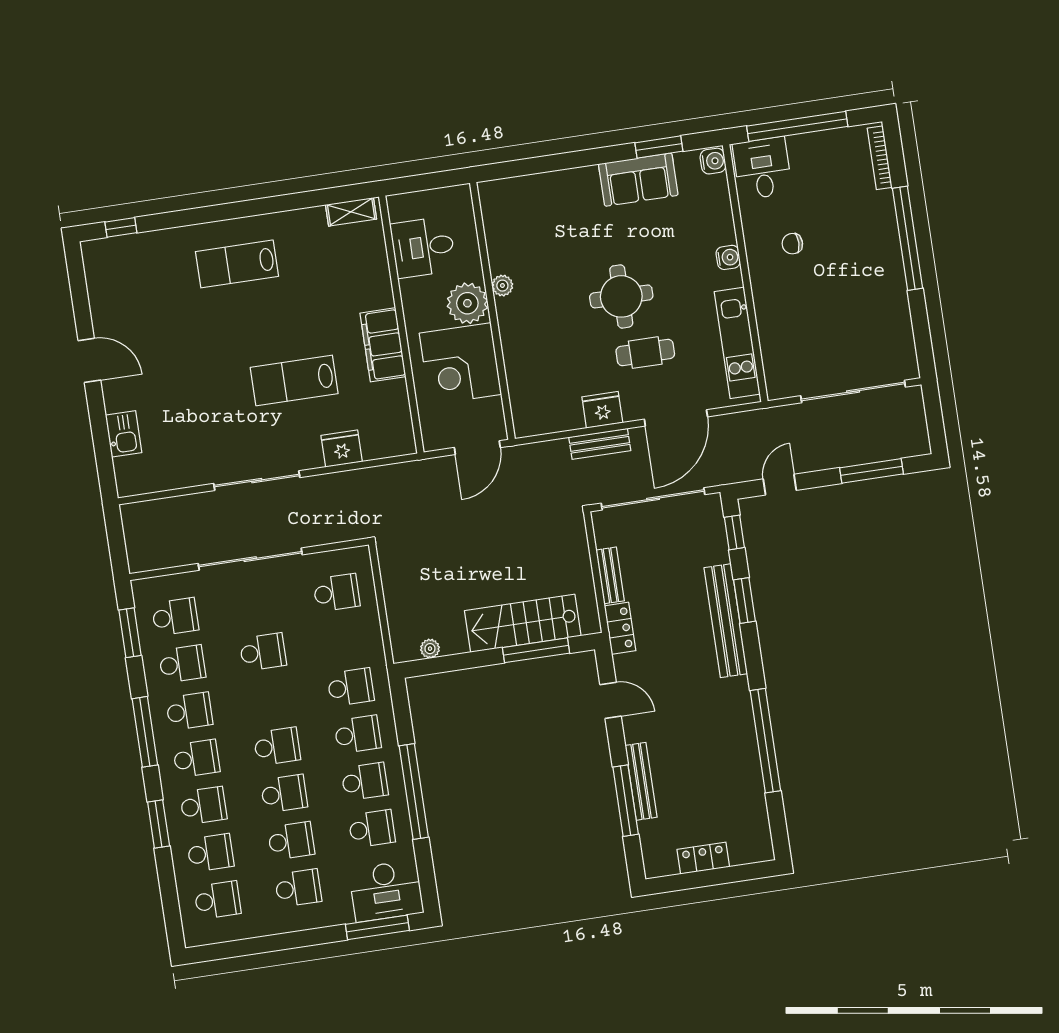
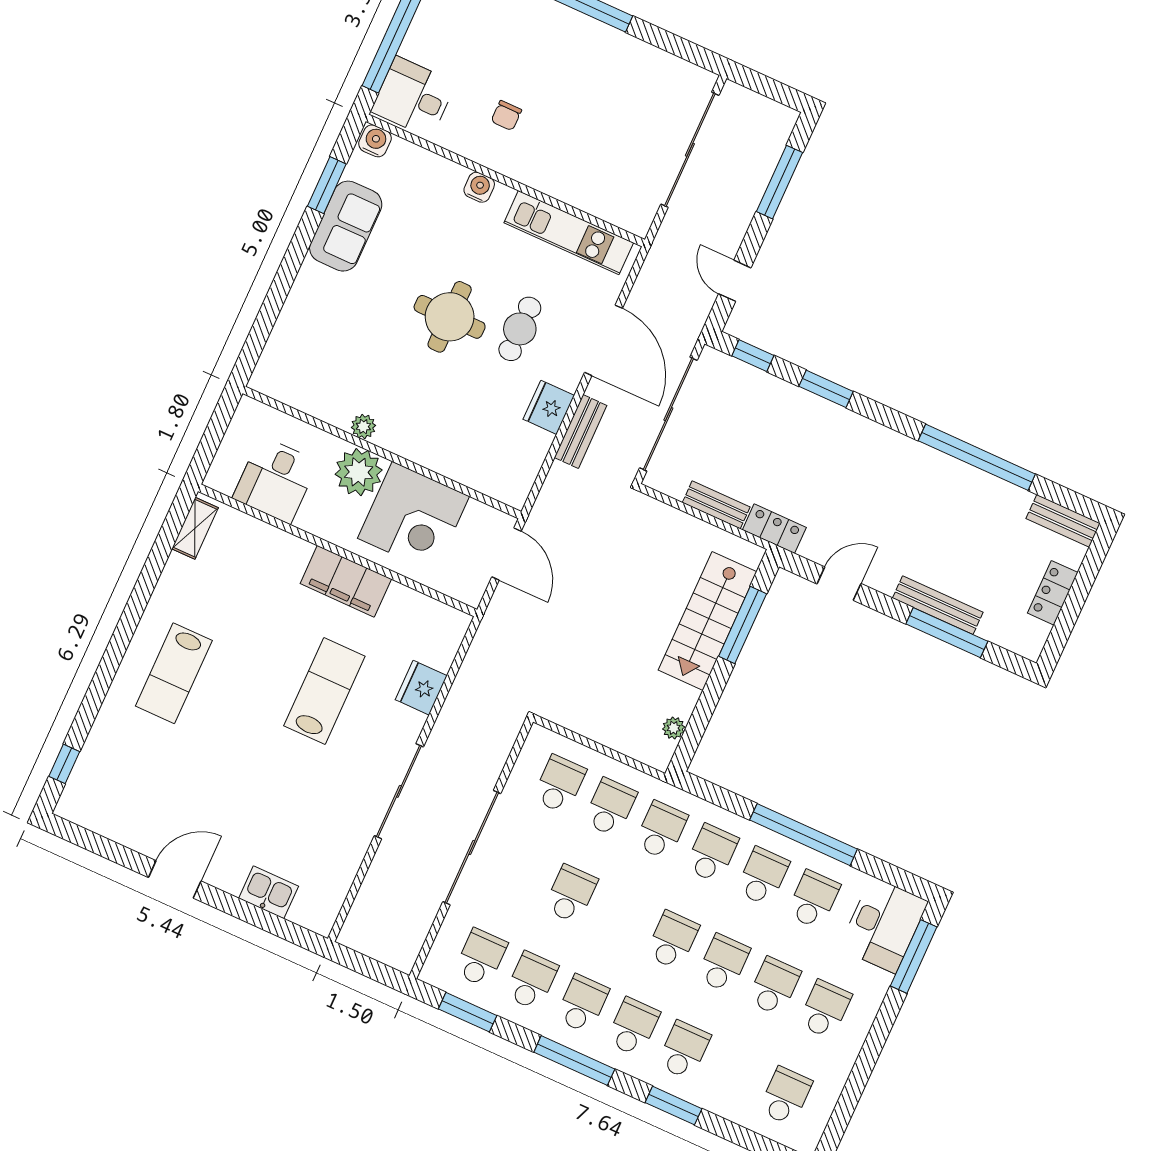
lab bench: (294, 380) -> (324, 691), turned 180
bench: (726, 621) -> (1063, 521), moved, width x0.54, depth x0.82
school desk: (210, 853) -> (610, 807), moved

